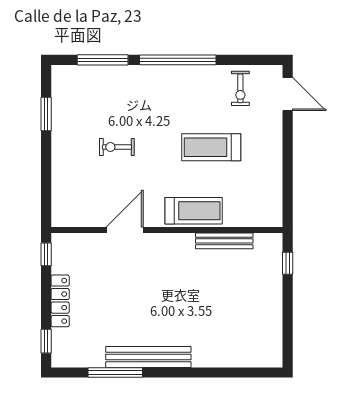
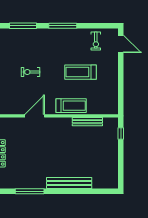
window: (178, 60) -> (63, 26), width x0.68
bench: (148, 357) -> (69, 183), moved

